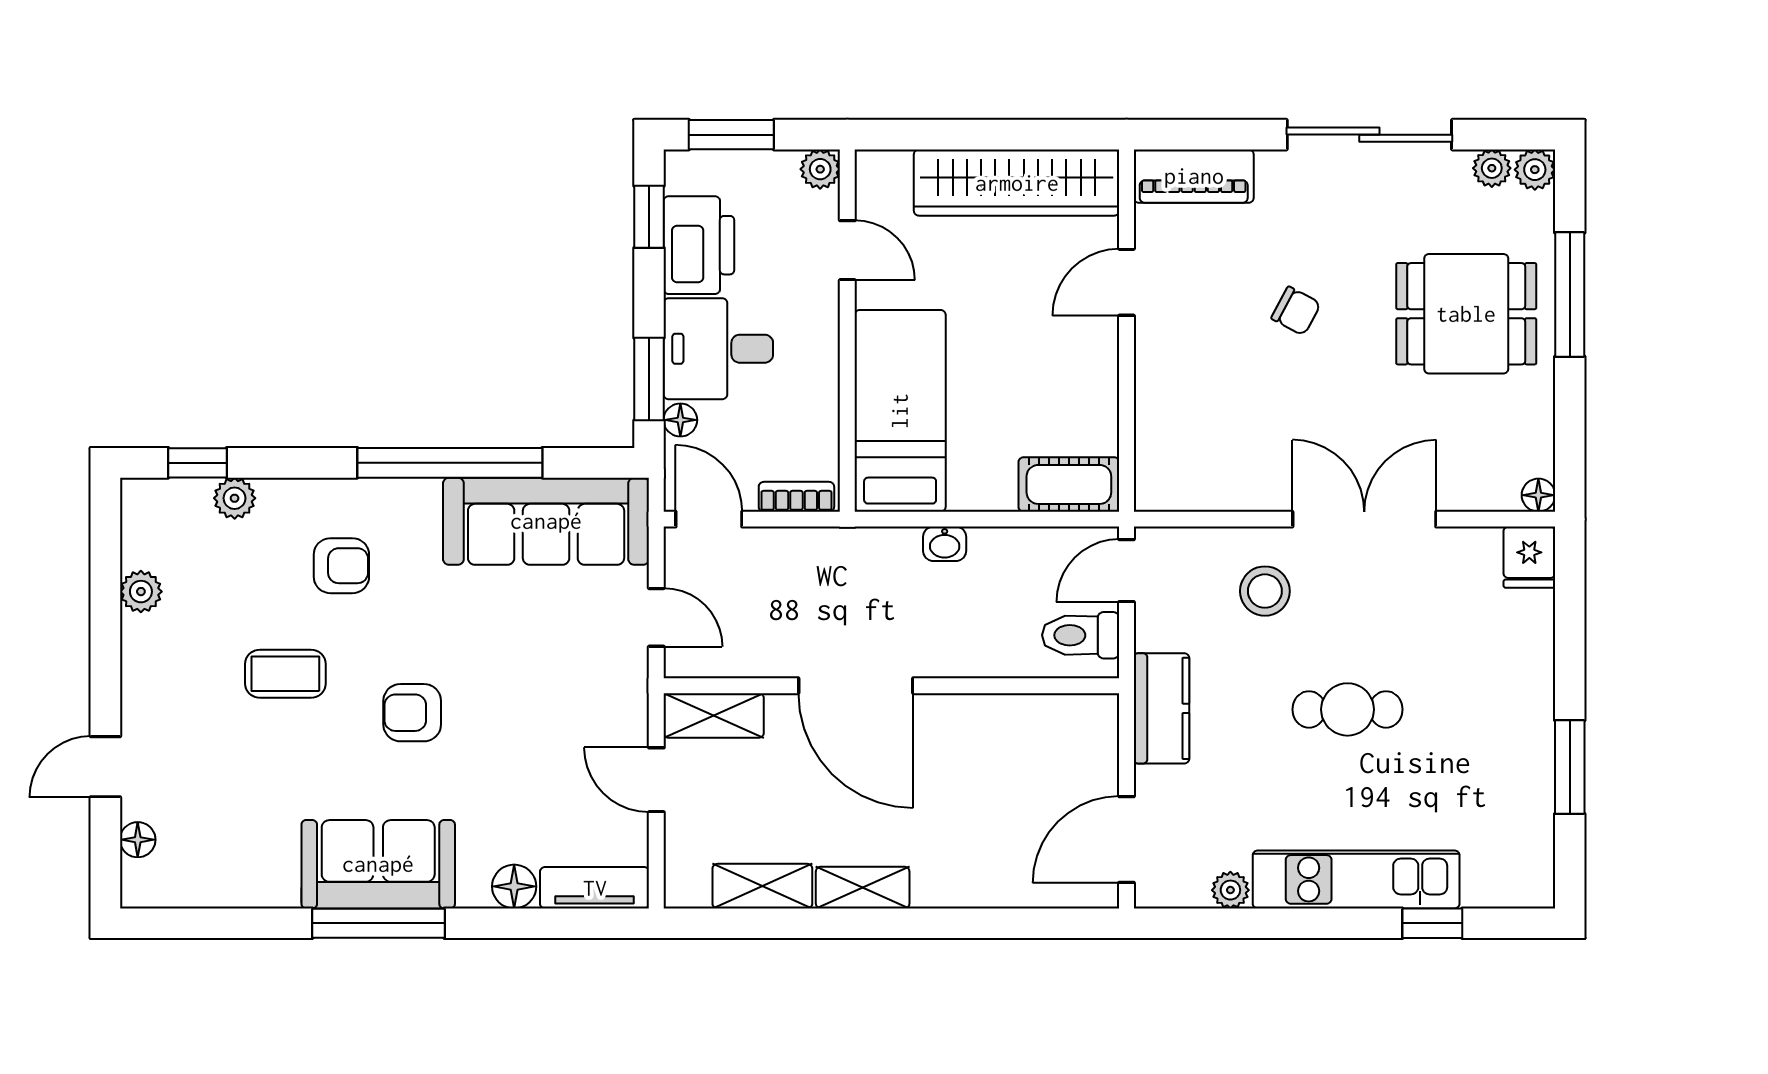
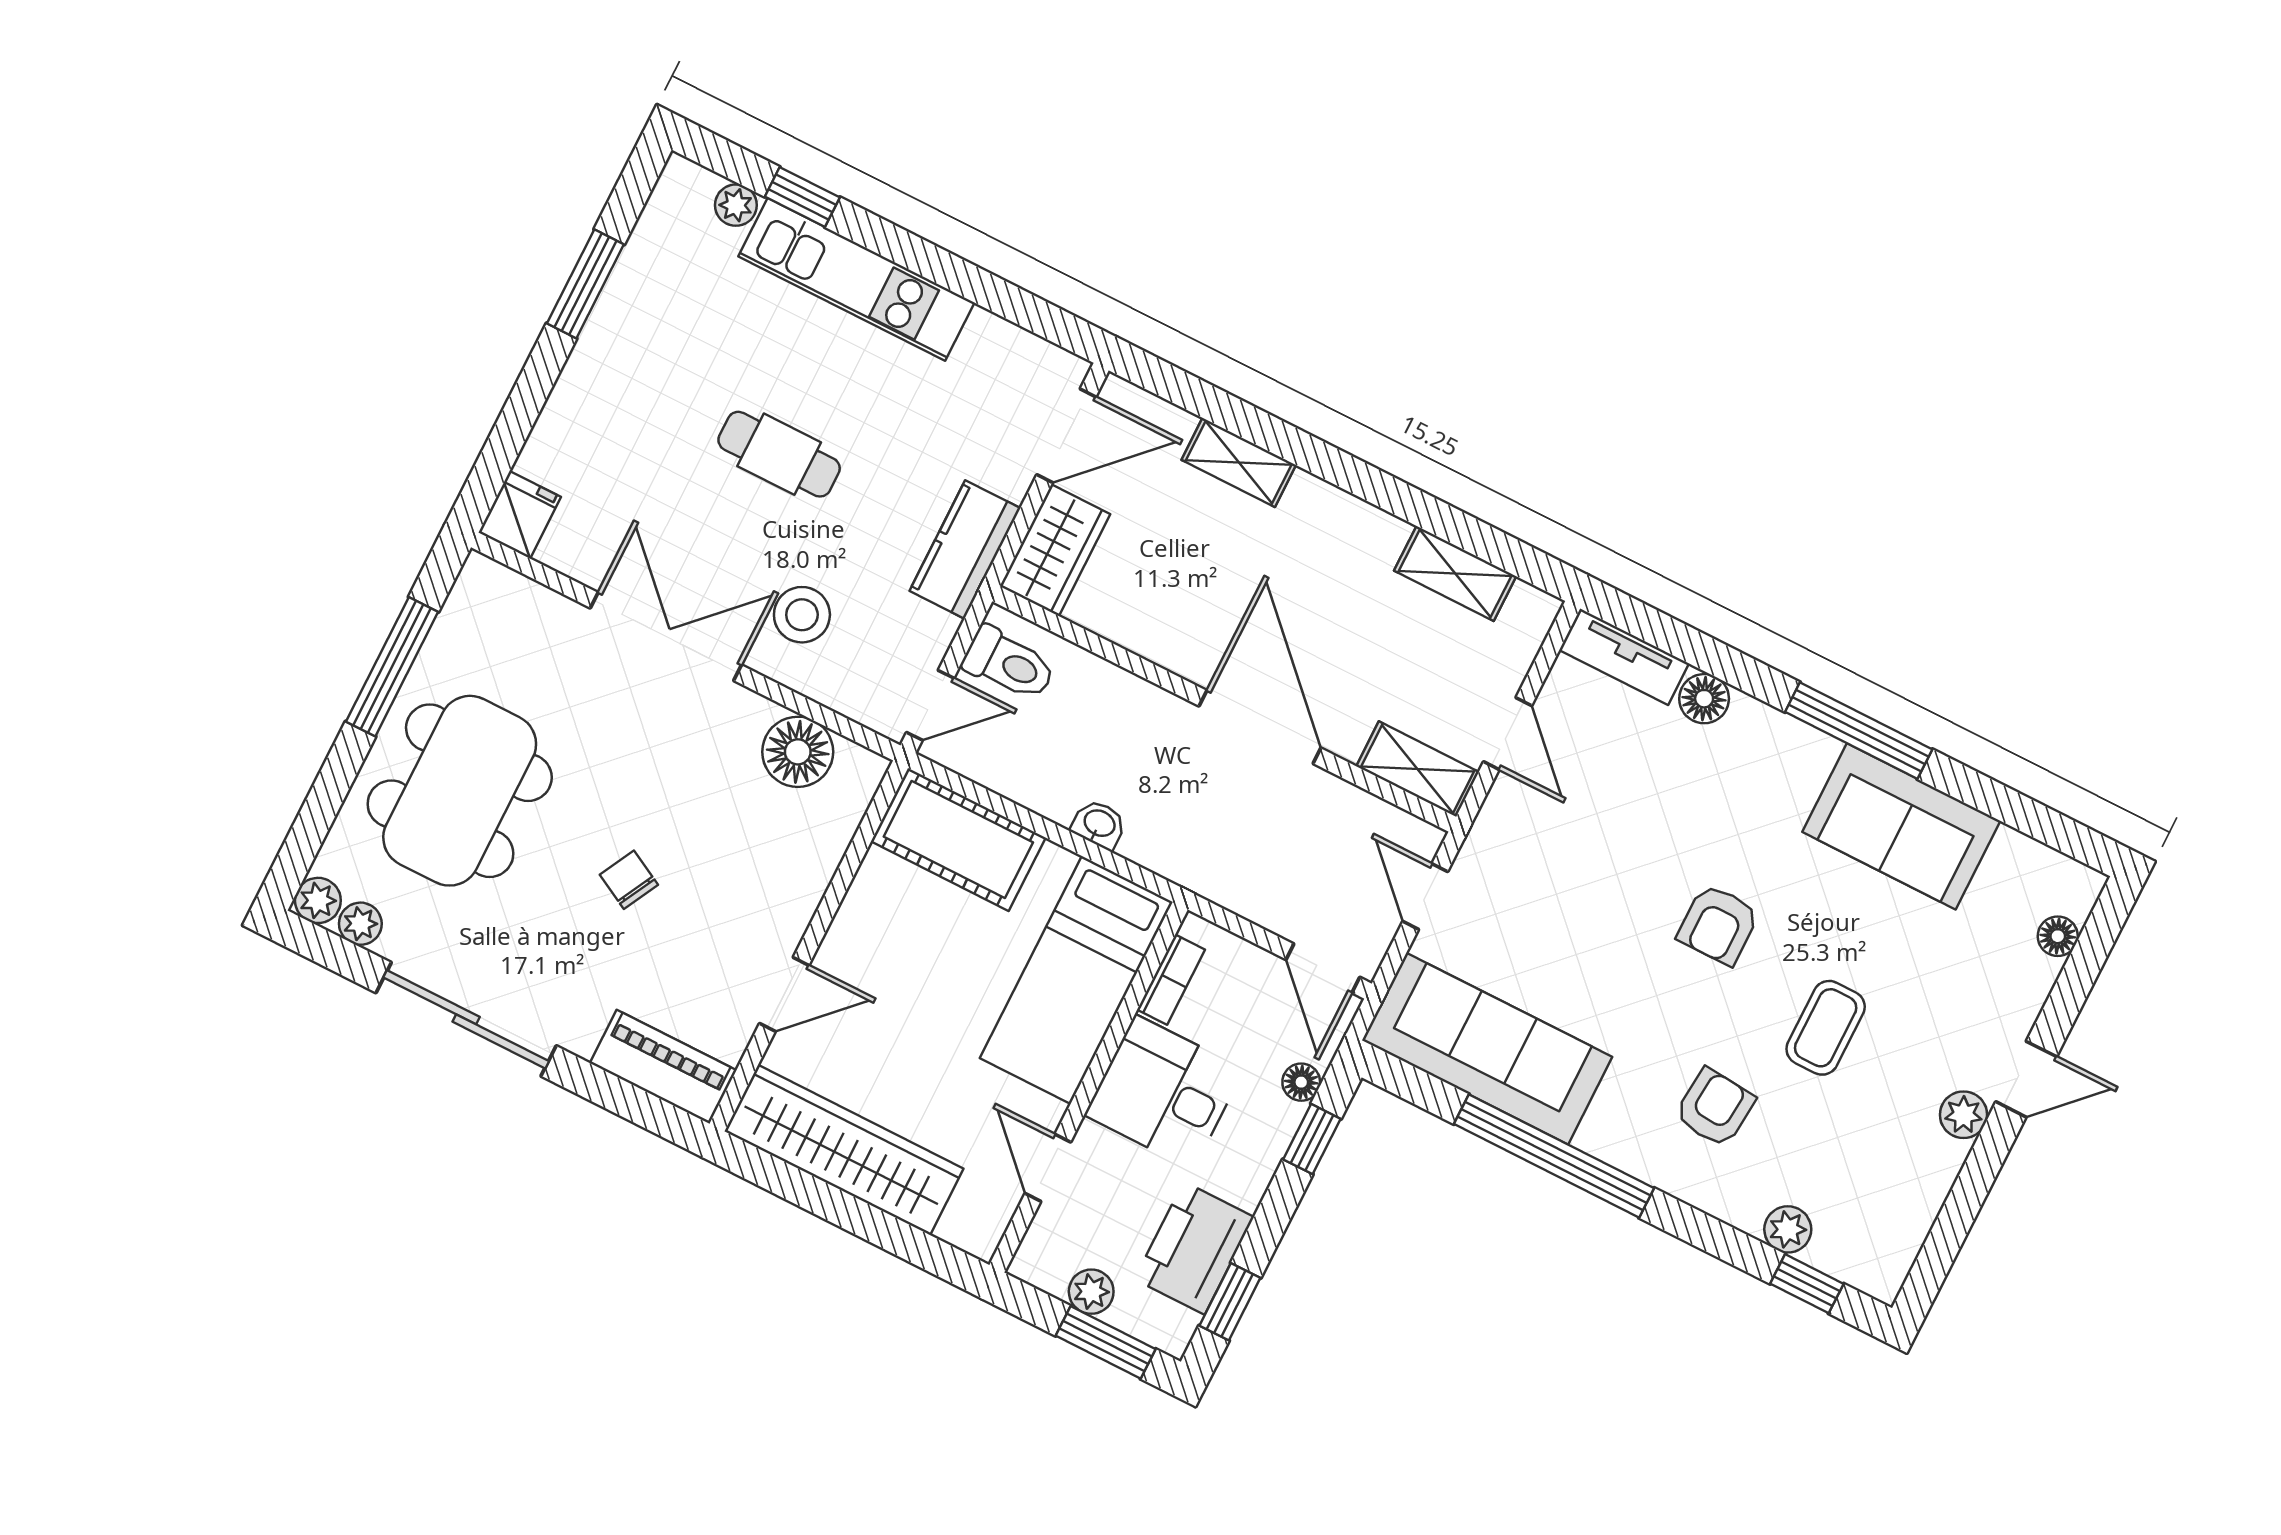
plant: (820, 169) -> (1091, 1292), moved
window: (1570, 295) -> (392, 667), moved
dining table: (1466, 314) -> (460, 791), width x1.38
desk: (718, 349) -> (1164, 1092), moved, turned 180
window: (649, 379) -> (1312, 1139), width x0.67
cot: (1069, 484) -> (958, 839), width x1.37, depth x1.34
floor lamp: (1538, 495) -> (798, 752), moved, width x1.89, depth x1.89
bookcase: (796, 497) -> (1171, 980), moved, turned -90
double door: (1364, 519) -> (666, 636), swing flipped
armchair: (341, 566) -> (1715, 1108), turned 95
plant: (141, 592) -> (1963, 1115), moved
coffee table: (285, 674) -> (1826, 1028), turned 90
armchair: (412, 713) -> (1718, 925), turned 90
wardrobe: (1090, 744) -> (1055, 550), added
door: (105, 767) -> (2026, 1079), moved
sofa: (378, 864) -> (1901, 826), moved
shelving: (863, 888) -> (1239, 462), moved
plant: (1230, 890) -> (736, 205), moved

